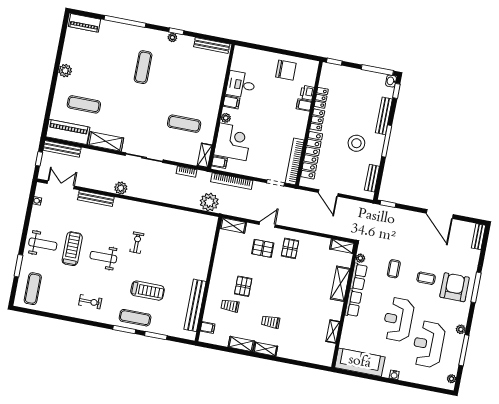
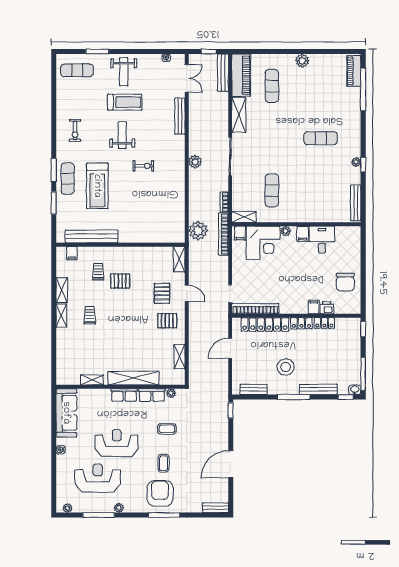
window: (125, 21) -> (363, 89), moved
bookcase: (232, 181) -> (223, 234), moved
plant: (121, 188) -> (195, 162), moved
shelving: (342, 246) -> (179, 357), moved
shelving: (340, 284) -> (133, 378), width x1.47
armchair: (455, 287) -> (160, 493), turned -90
treadmill: (147, 291) -> (97, 186), width x1.37, depth x1.38

